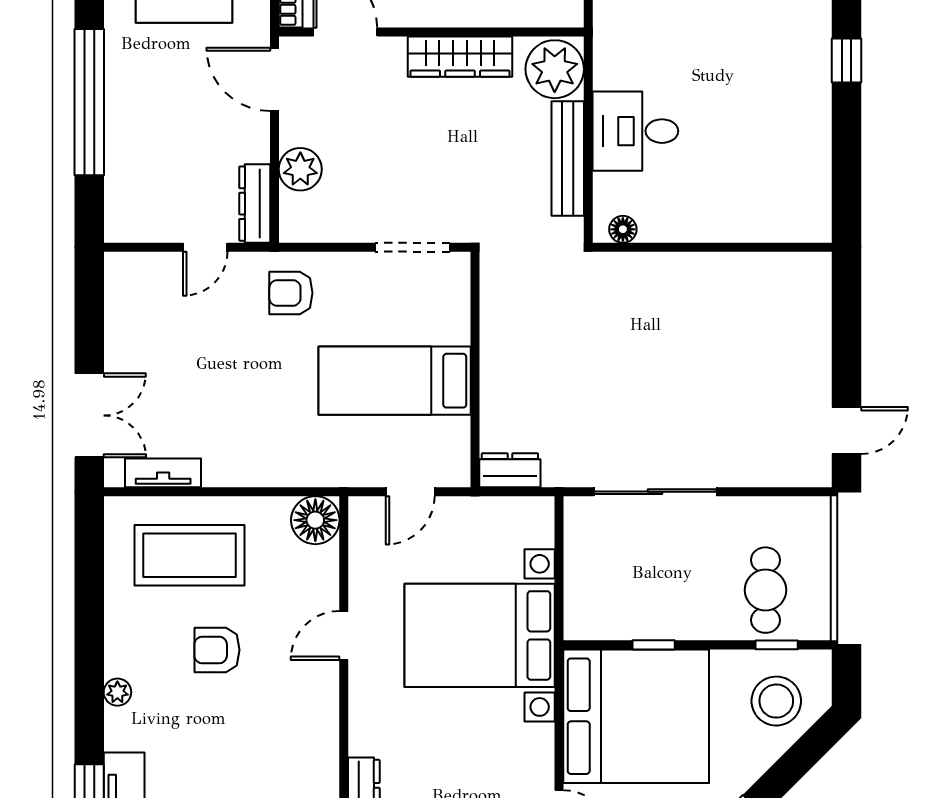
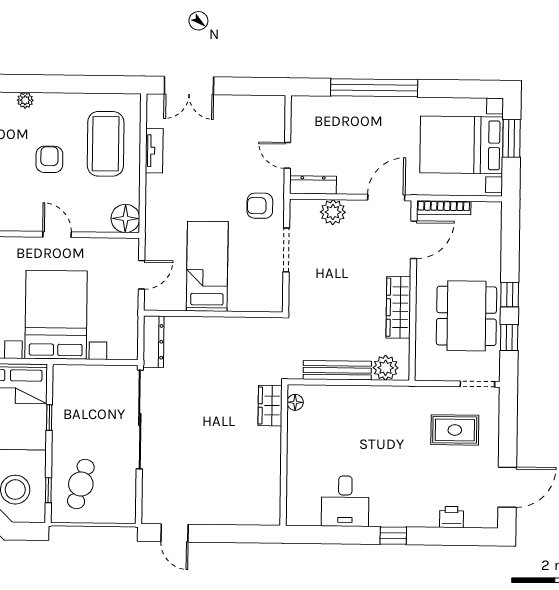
plant: (555, 69) -> (386, 368), width x0.73, depth x0.73
desk: (635, 131) -> (345, 501), moved, turned 180
doorway: (412, 247) -> (286, 250), moved
wardrobe: (629, 272) -> (270, 406), added
armchair: (291, 293) -> (260, 206), turned -90
dresser: (510, 470) -> (153, 342), width x1.44
tv unit: (163, 473) -> (154, 151), moved
door: (410, 492) -> (142, 275), swing flipped
sliding door: (655, 492) -> (140, 419), width x1.36
cafe table: (765, 590) -> (81, 484), turned -75

